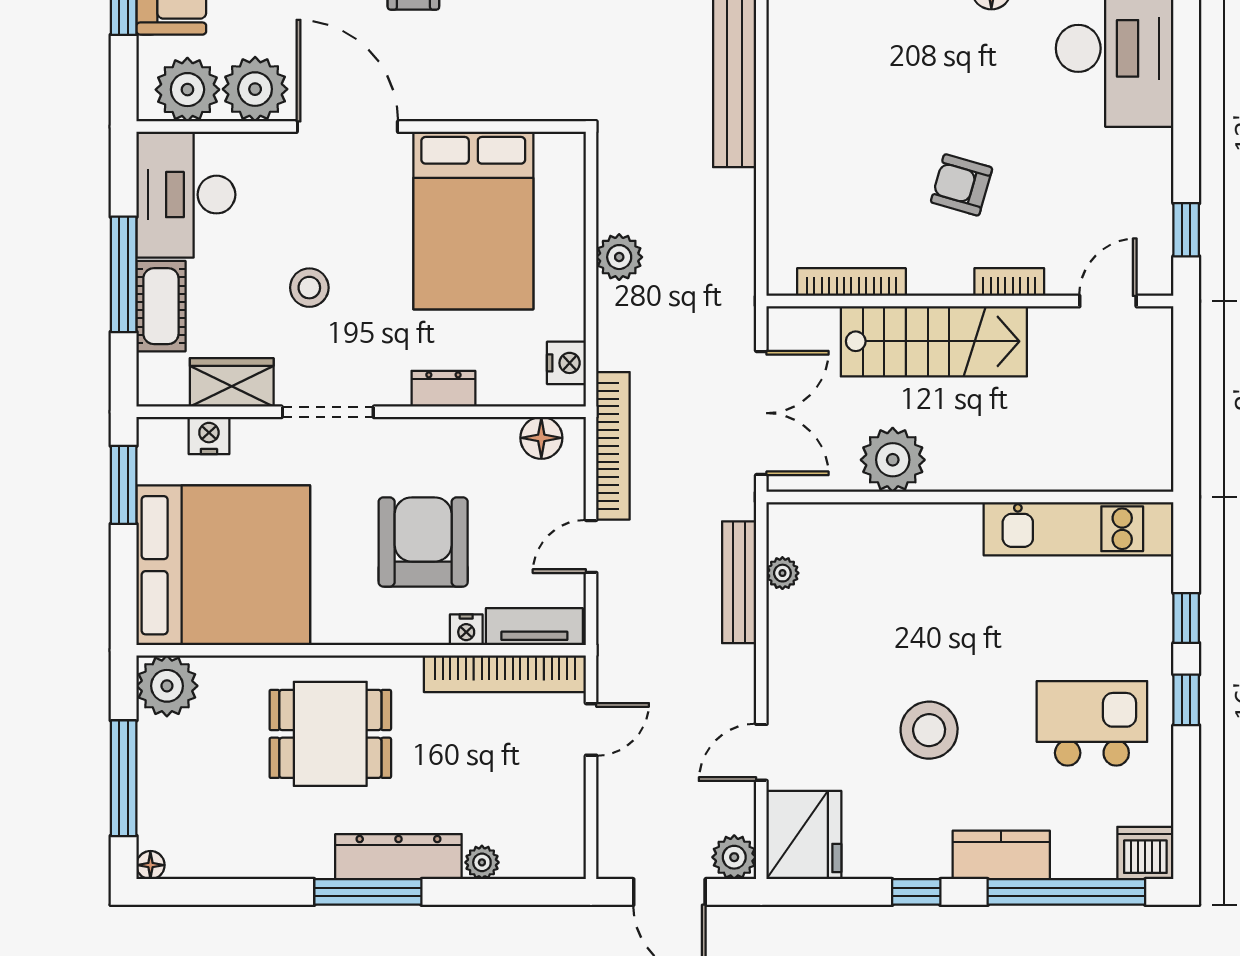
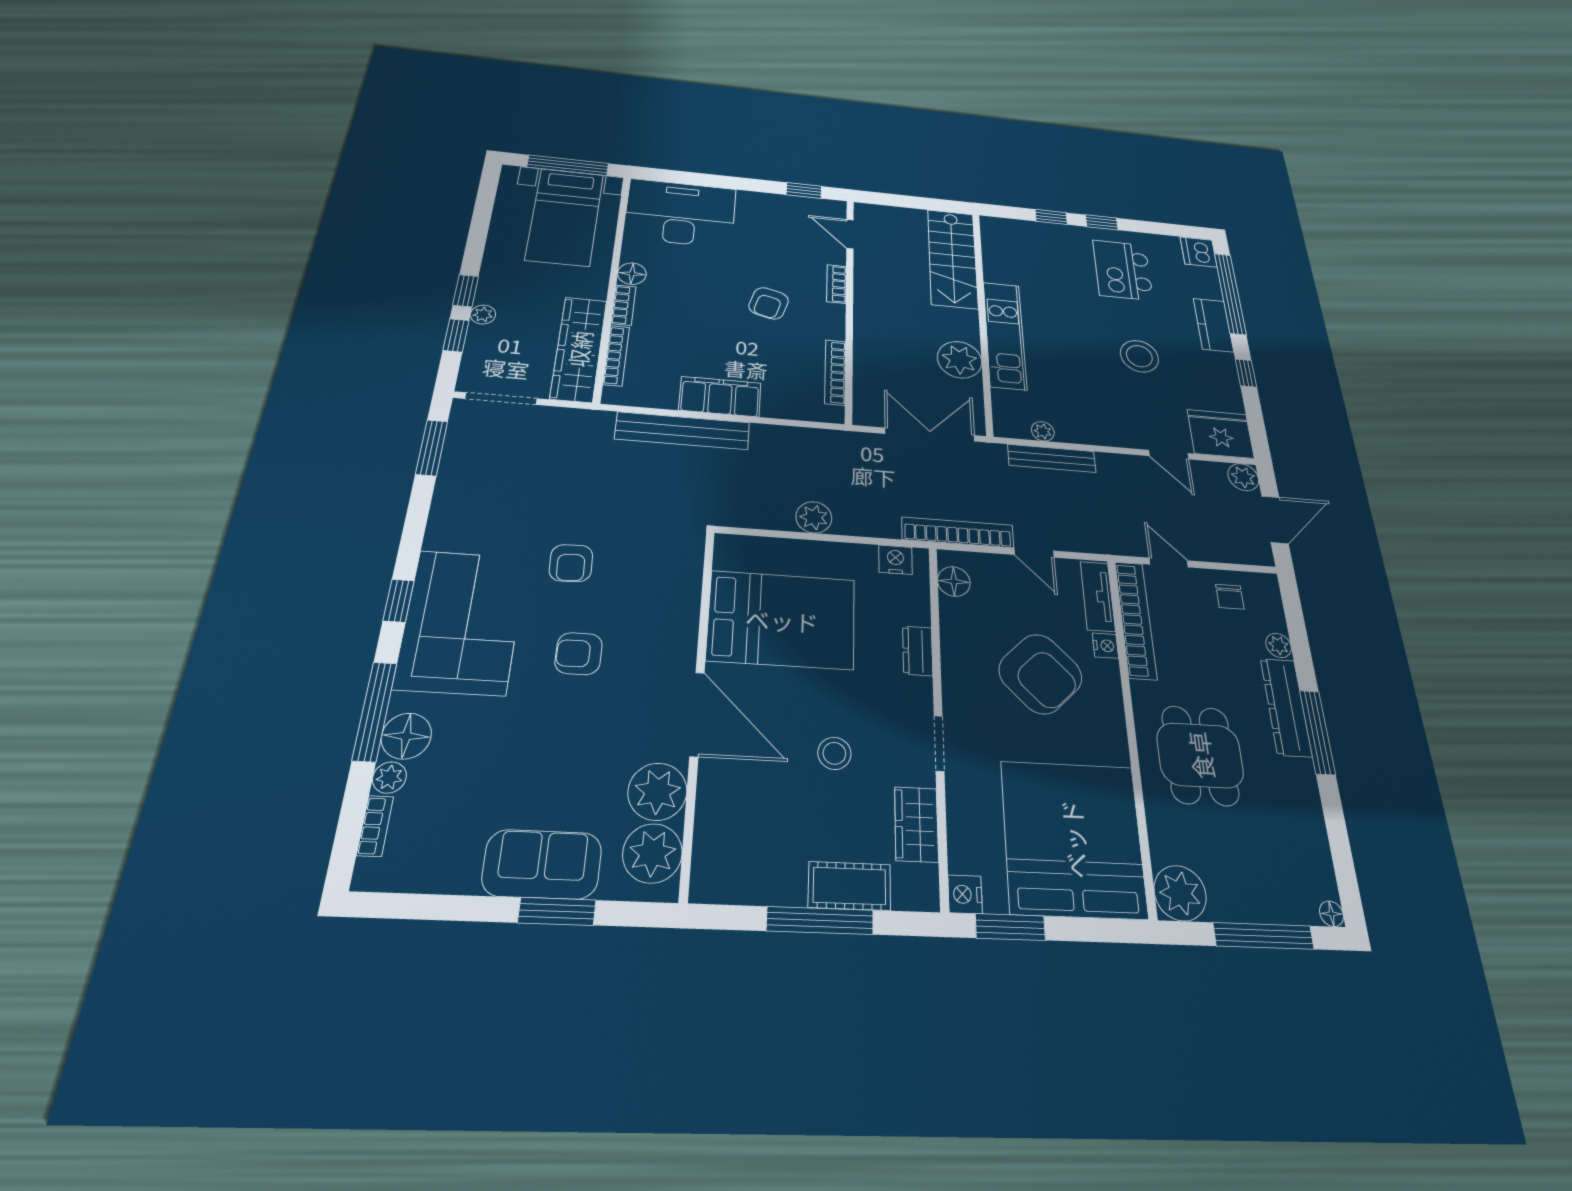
filing cabinet: (794, 126) -> (720, 397), added
door: (347, 127) -> (697, 714), swing flipped
desk: (186, 195) -> (749, 859), removed
stairs: (934, 341) -> (952, 258), moved, turned 180
doorway: (328, 412) -> (939, 743), width x0.73
nightstand: (209, 436) -> (965, 894), moved
kitchen unit: (1079, 529) -> (1005, 335), moved
armchair: (423, 542) -> (1040, 674), turned -134
chair: (547, 807) -> (1230, 597), added

